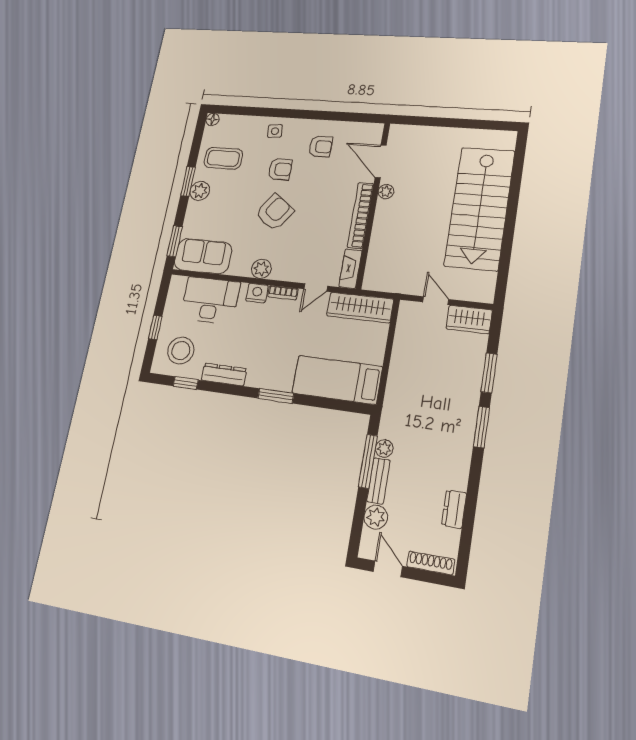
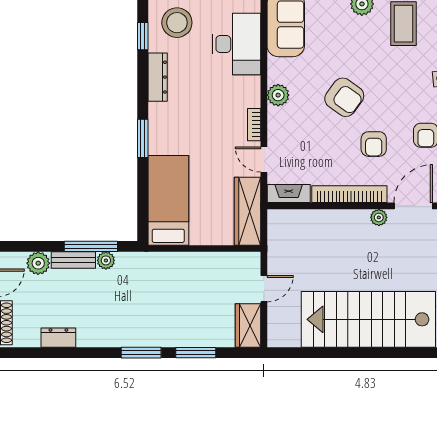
armchair: (280, 169) -> (374, 144), moved
nightstand: (257, 293) -> (251, 96), removed

